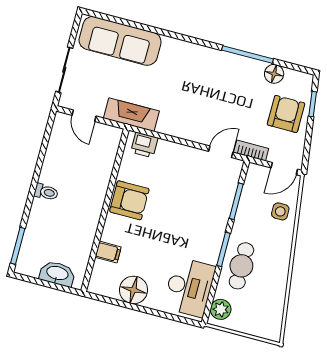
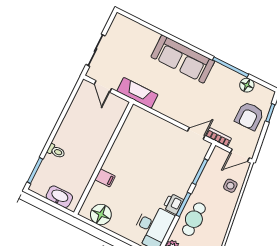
sofa: (120, 41) -> (183, 59), moved
armchair: (286, 114) -> (249, 116), turned 180
printer: (144, 145) -> (173, 204), moved, turned 90
toilet: (46, 192) -> (56, 151), moved
armchair: (129, 200) -> (123, 155), removed
filing cabinet: (108, 252) -> (105, 178), moved
floor lamp: (134, 290) -> (101, 215), moved

